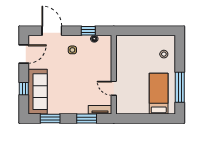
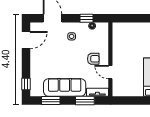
armchair: (96, 74) -> (93, 59), added
window: (24, 89) -> (26, 84), moved
sofa: (38, 92) -> (65, 87), moved, turned -90

